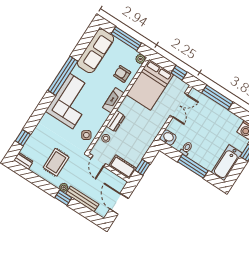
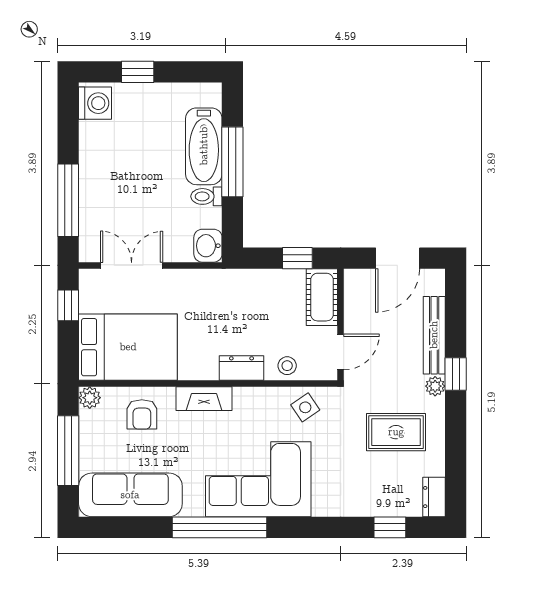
bathtub: (227, 163) -> (204, 146), moved, turned 90

